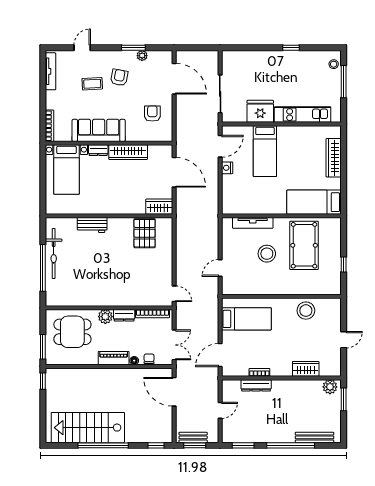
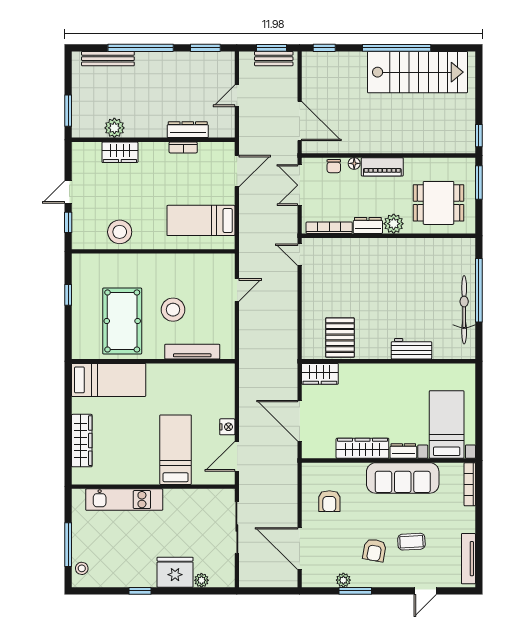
plant: (246, 55) -> (201, 580), added
fridge: (260, 111) -> (175, 572), moved, turned 180
window: (344, 318) -> (68, 222), added
plant: (330, 387) -> (114, 128), moved

